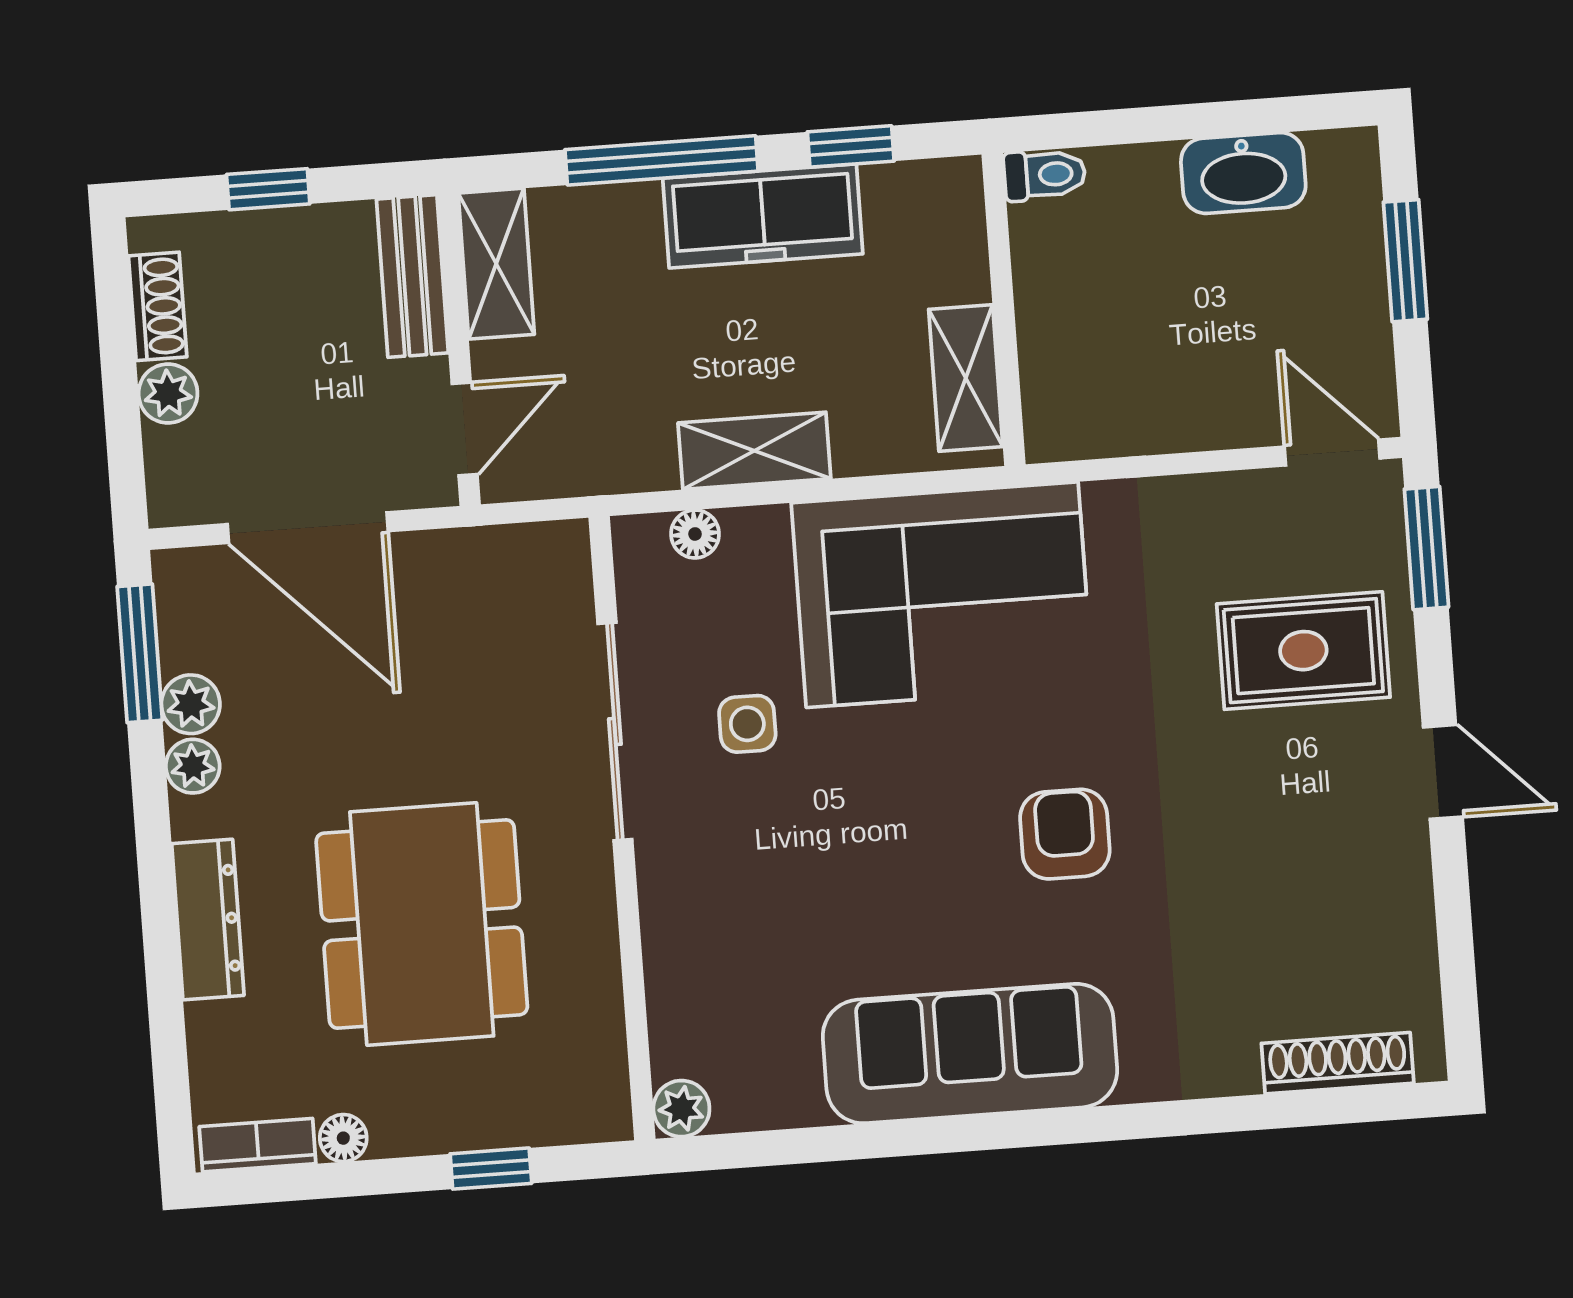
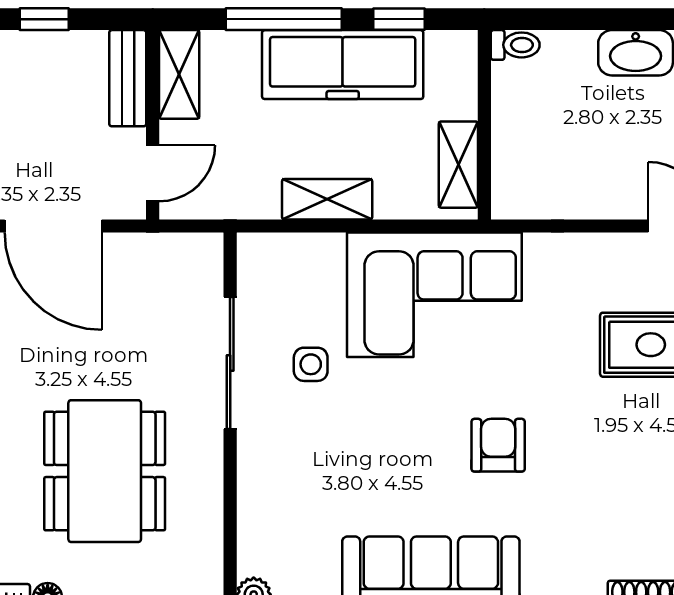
freezer: (763, 216) -> (343, 65), width x1.36, depth x1.26
floor lamp: (695, 534) -> (287, 247), removed

